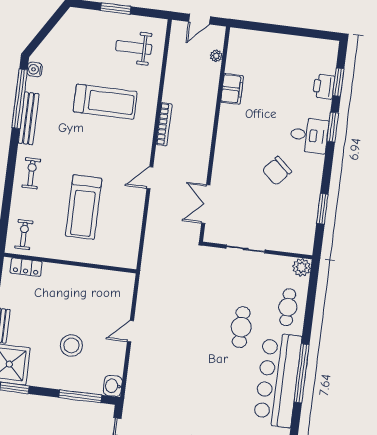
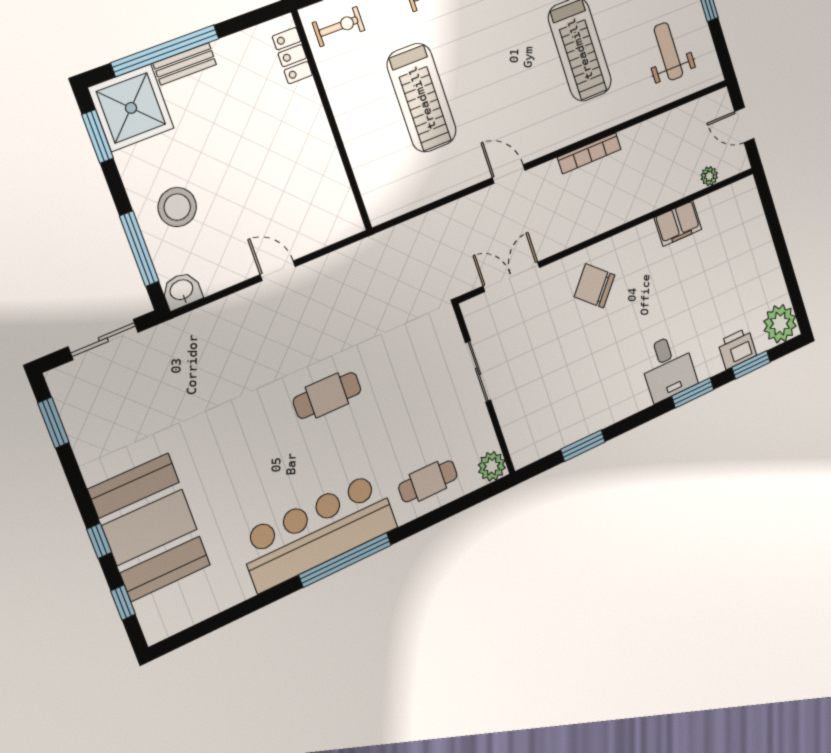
plant: (325, 52) -> (780, 324), added
chair: (277, 171) -> (594, 286), moved
treadmill: (84, 207) -> (422, 98), turned -90
cafe table: (241, 327) -> (327, 395), moved
stool: (71, 345) -> (177, 207), moved

